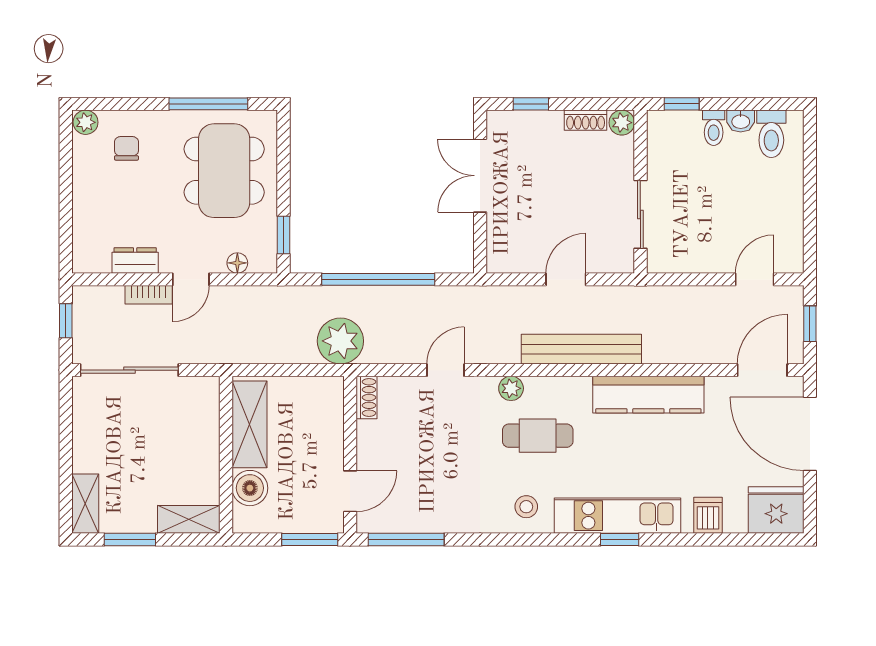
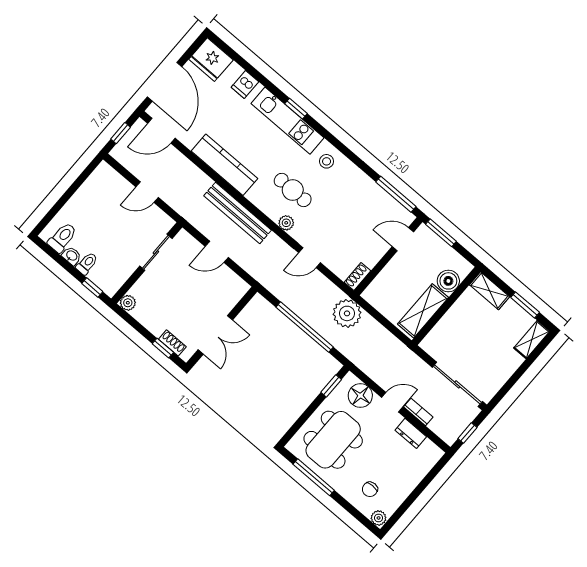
shoe rack: (586, 120) -> (172, 343), moved
floor lamp: (237, 263) -> (360, 396), width x1.89, depth x1.89
door: (755, 279) -> (147, 192), moved

